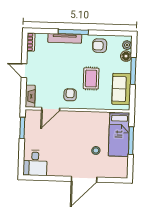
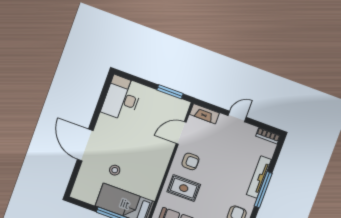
rug: (91, 78) -> (184, 188), moved
door: (51, 109) -> (181, 133), hinge flipped
desk: (35, 163) -> (122, 98), width x1.37

